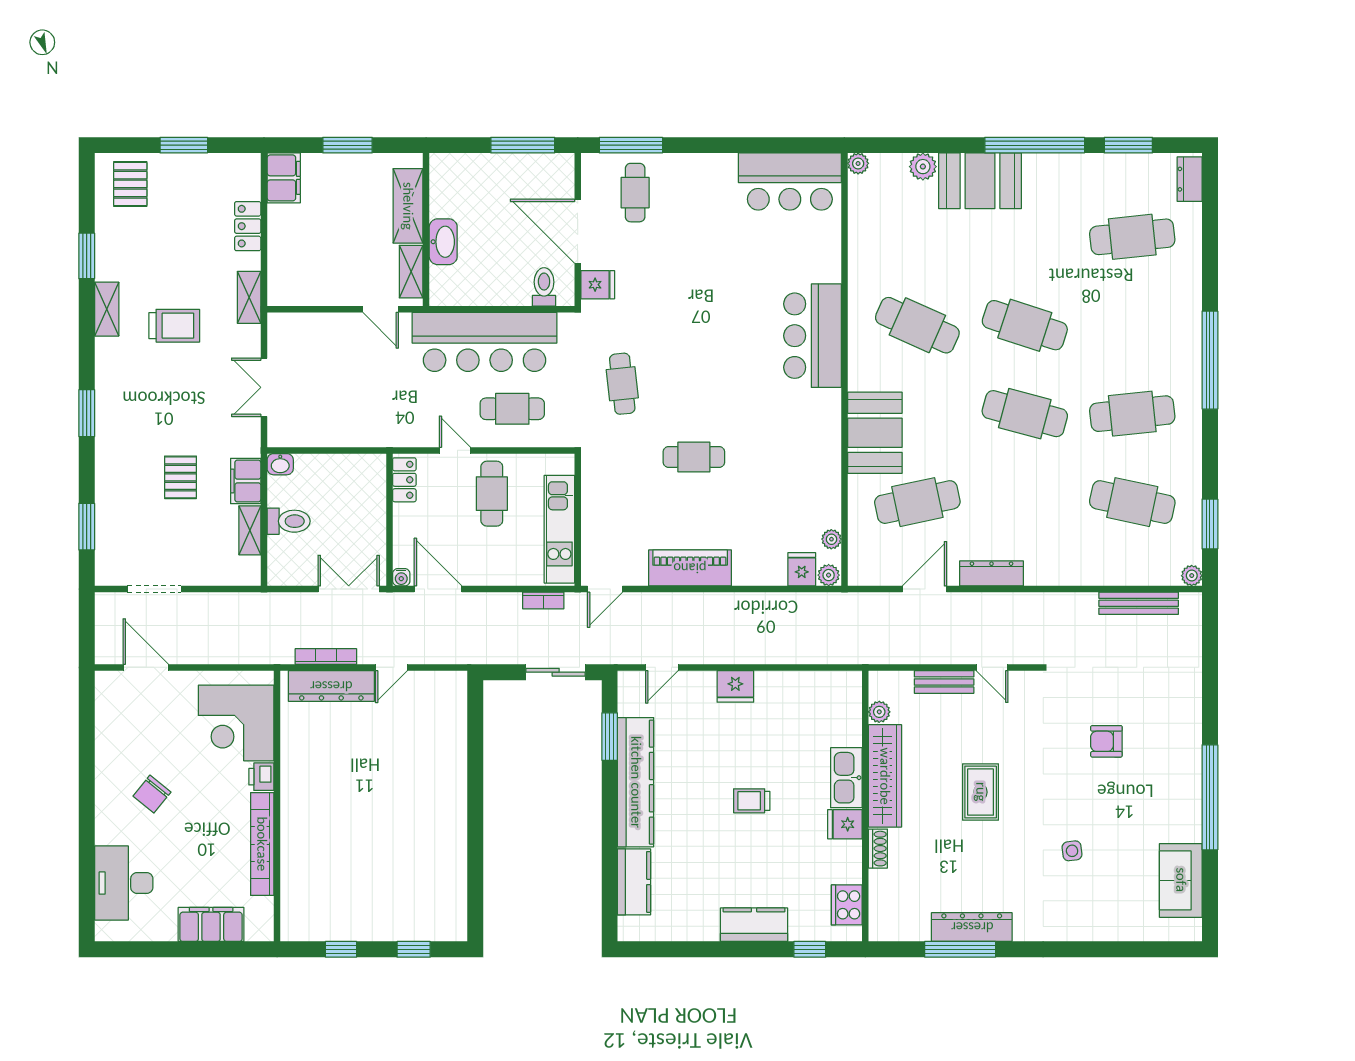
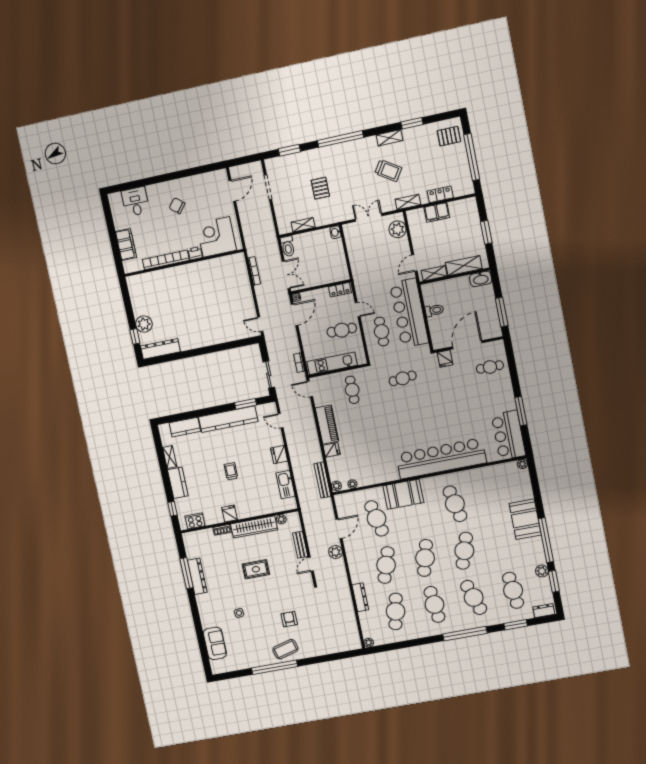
window: (184, 145) -> (472, 157), width x2.11
window: (631, 145) -> (521, 411), moved
plant: (923, 167) -> (542, 571), moved
filing cabinet: (284, 178) -> (437, 212), moved
washbasin: (443, 242) -> (481, 279), moved
toilet: (544, 287) -> (434, 310), moved
cafe table: (917, 325) -> (455, 504), turned -36
cafe table: (1132, 325) -> (474, 597), added
trolley: (174, 326) -> (388, 171), turned -57
plant: (302, 331) -> (398, 229), added
bar counter: (813, 336) -> (441, 459), width x1.86
window: (87, 413) -> (341, 139), width x2.11
door: (455, 450) -> (358, 310), hinge flipped
cafe table: (694, 457) -> (352, 390), moved
pallet: (181, 477) -> (320, 188), turned 90
filing cabinet: (246, 481) -> (325, 218), removed
cafe table: (1025, 502) -> (386, 565), added
toilet: (289, 521) -> (288, 246), moved
window: (1210, 524) -> (516, 625), moved
fridge: (802, 569) -> (332, 450), moved
dresser: (991, 573) -> (360, 597), moved
door: (924, 589) -> (339, 529), hinge flipped
bench: (1139, 603) -> (322, 480), moved
plant: (975, 607) -> (336, 552), added
door: (391, 667) -> (260, 324), moved
dresser: (331, 686) -> (160, 349), moved, turned 90
coffee table: (1173, 764) -> (285, 649), added
kitchen sink: (846, 778) -> (285, 485), moved, turned -90
sofa: (1181, 880) -> (215, 643), moved, turned 90
desk: (124, 883) -> (135, 202), width x0.73
plant: (391, 923) -> (144, 324), added
shelving: (694, 930) -> (170, 457), added
window: (341, 949) -> (128, 304), removed

